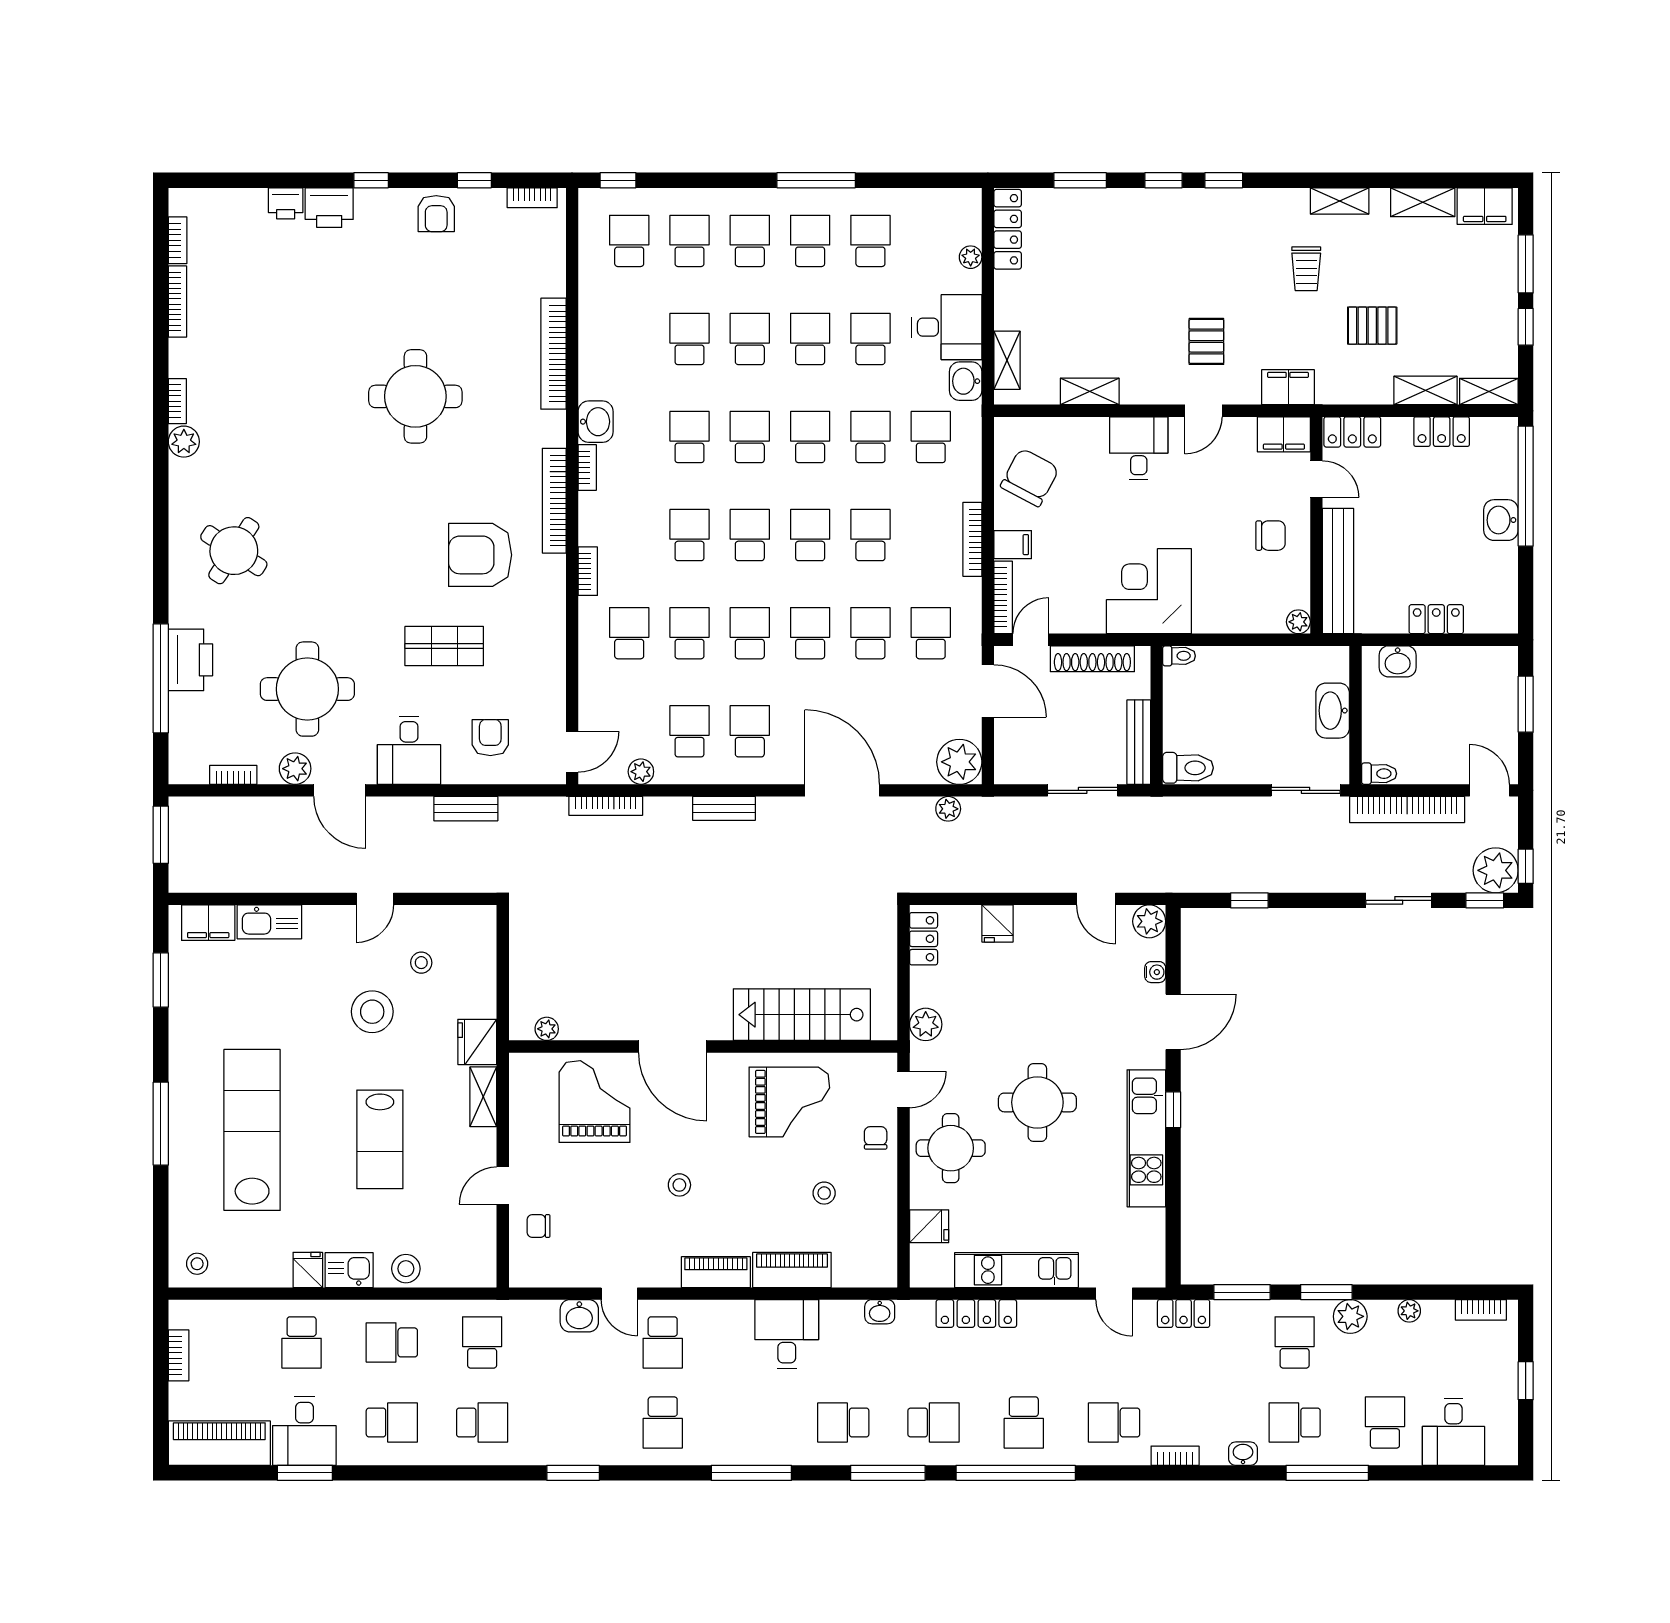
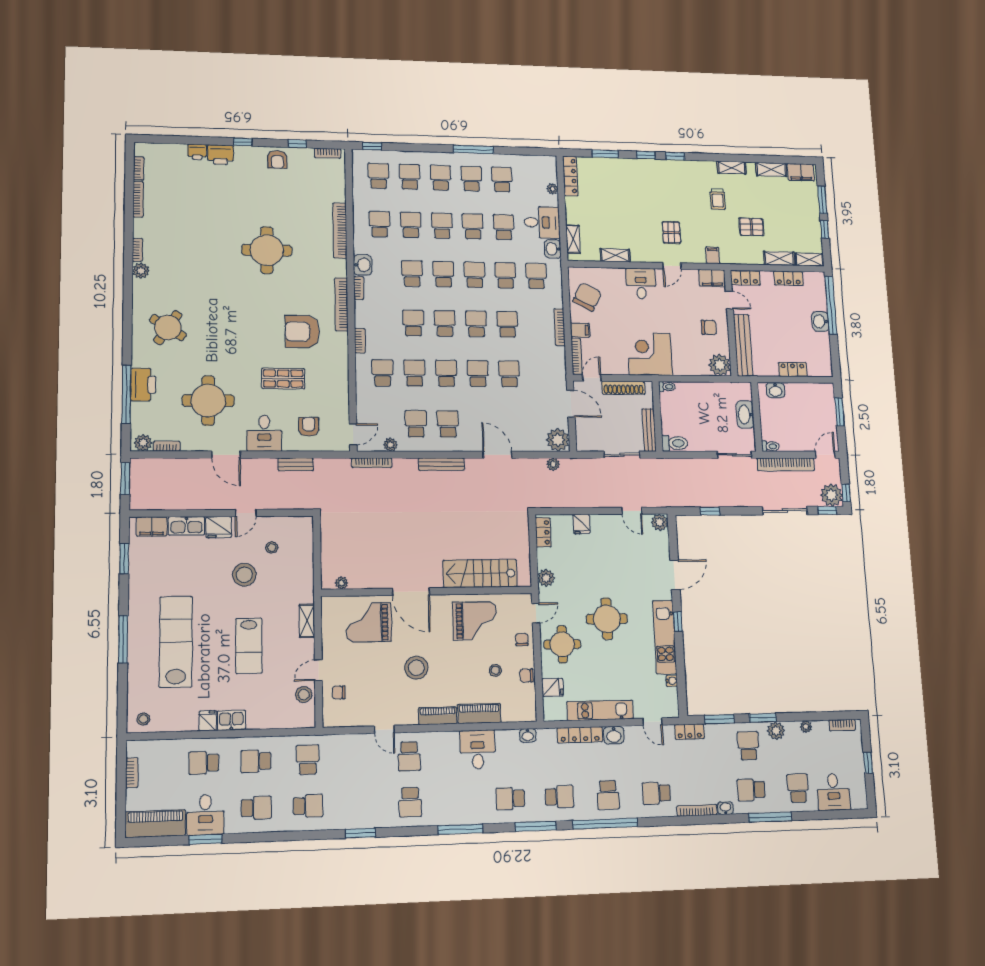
filing cabinet: (1288, 387) -> (713, 255), width x0.50
plant: (1298, 622) -> (720, 365), width x1.88, depth x1.88
school desk: (931, 633) -> (379, 224), moved
plant: (295, 769) -> (143, 443), moved
door: (842, 790) -> (497, 455), width x0.73
door: (1489, 790) -> (825, 455), hinge flipped
bench: (724, 808) -> (441, 464), width x1.36
sliding door: (1399, 900) -> (785, 511), width x1.37
water cooler: (1155, 972) -> (672, 681), moved
fridge: (477, 1042) -> (219, 527), moved, turned -90
grand piano: (595, 1102) -> (369, 622), turned -90
stool: (679, 1185) -> (416, 668), width x1.89, depth x1.89
chair: (882, 1204) -> (527, 676), added
stool: (406, 1269) -> (304, 694), moved
washbasin: (579, 1316) -> (614, 735), moved
school desk: (302, 1342) -> (204, 763), turned 90
bookcase: (1175, 1456) -> (697, 810), width x1.56

